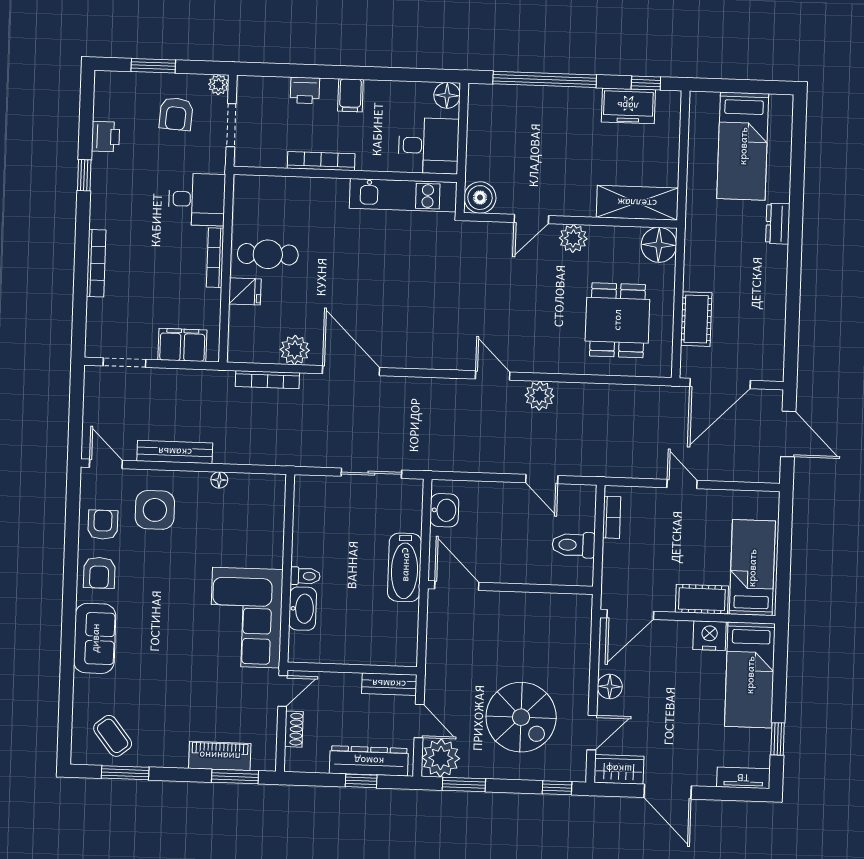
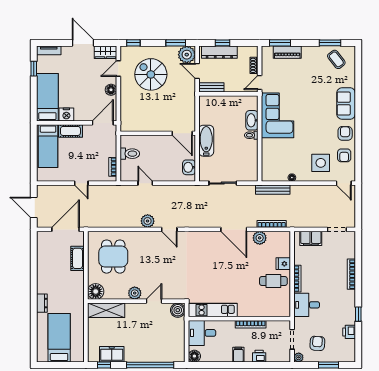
bench: (175, 452) -> (273, 190), moved

